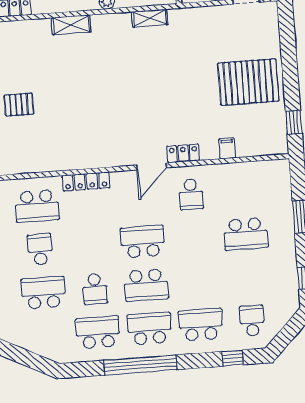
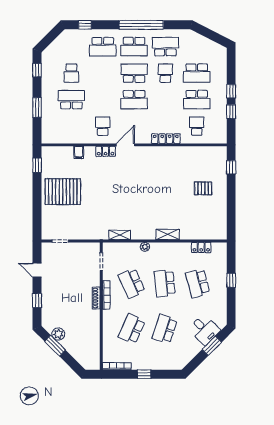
school desk: (37, 206) -> (197, 126), width x0.54
school desk: (40, 249) -> (197, 100), width x1.85
school desk: (252, 321) -> (71, 73), moved
school desk: (98, 332) -> (165, 47), turned 180

